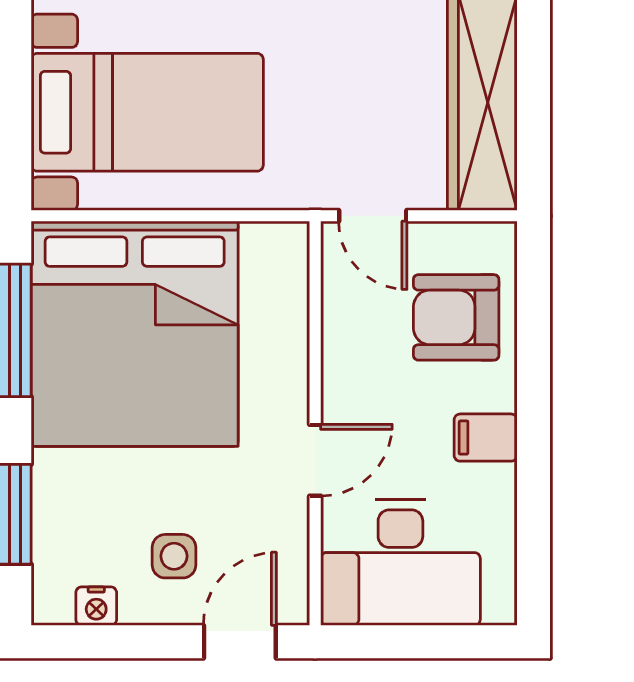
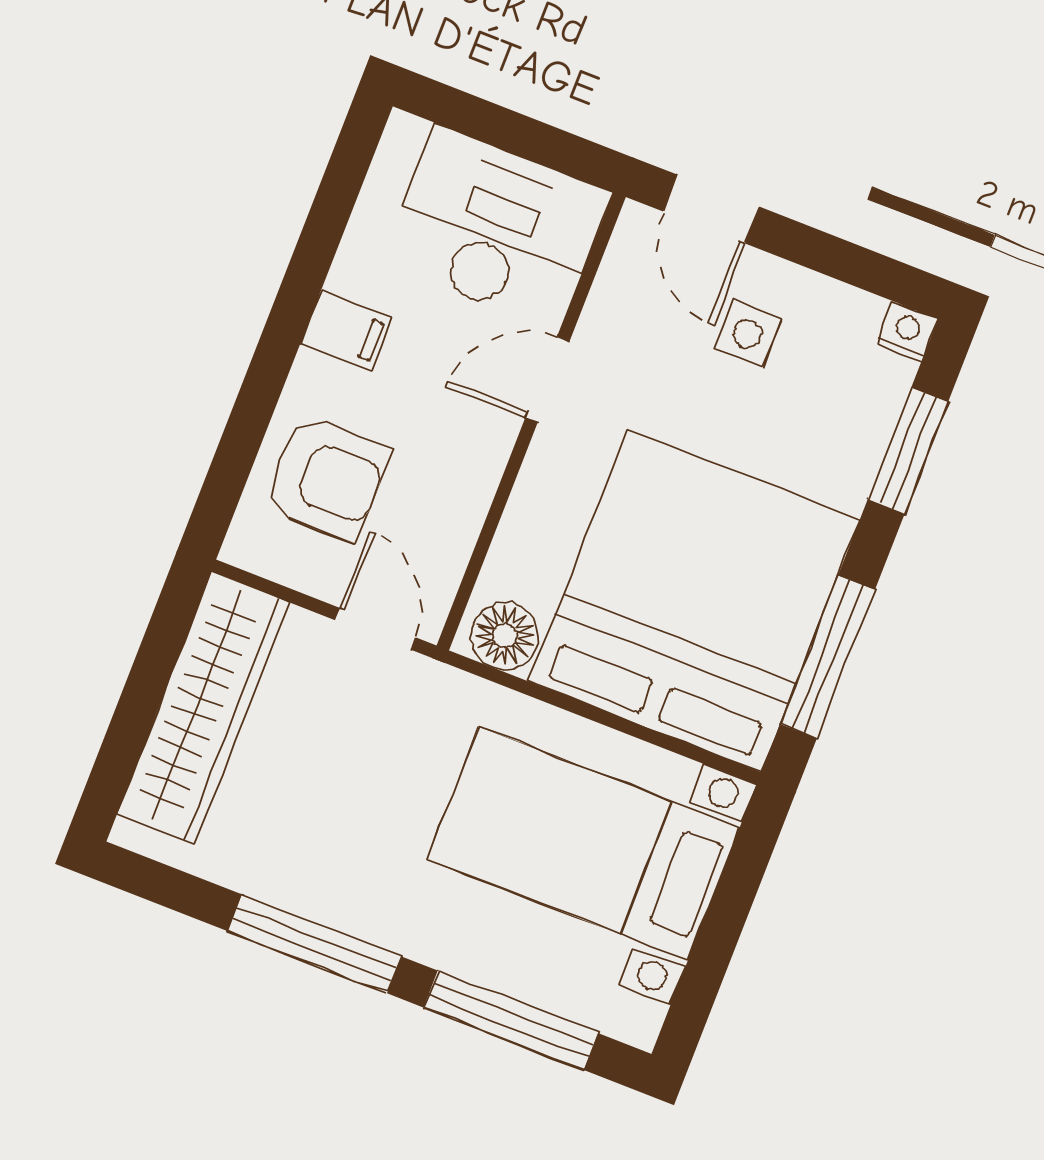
floor lamp: (271, 249) -> (505, 636), added
nightstand: (96, 606) -> (907, 331), moved
door: (240, 642) -> (711, 209), hinge flipped

